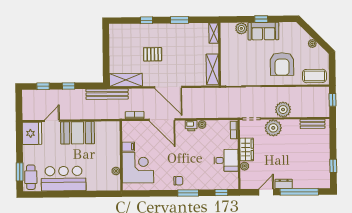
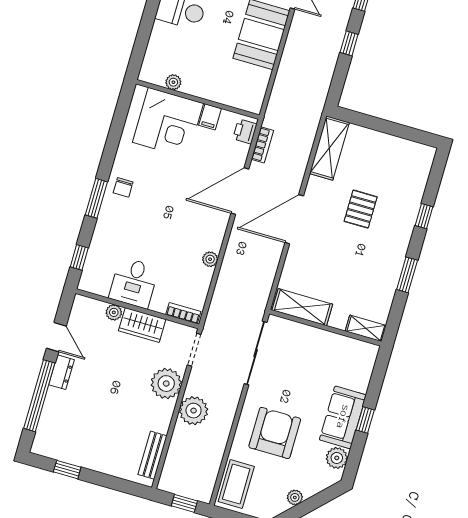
plant: (241, 28) -> (337, 458), moved
armchair: (282, 64) -> (275, 433), turned 90
bench: (107, 94) -> (314, 107), removed
printer: (191, 126) -> (245, 131), moved

